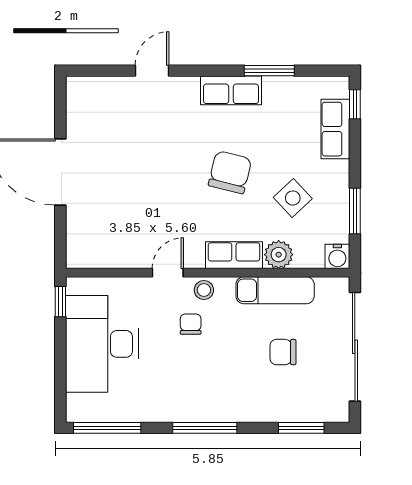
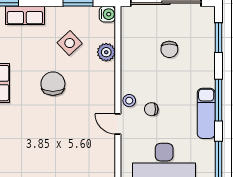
chair: (230, 172) -> (53, 84), turned 76
row of seats: (234, 255) -> (107, 81), removed
exam couch: (275, 290) -> (206, 113), moved, turned 180

